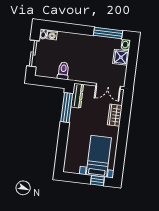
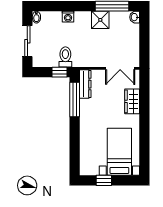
washing machine: (52, 35) -> (68, 17), moved
shower: (121, 57) -> (100, 20), moved
window: (57, 83) -> (60, 72), added
window: (97, 181) -> (104, 180), moved

